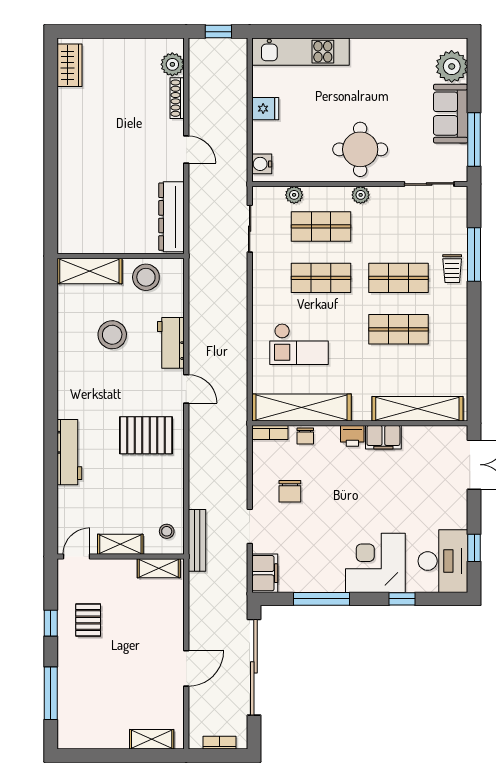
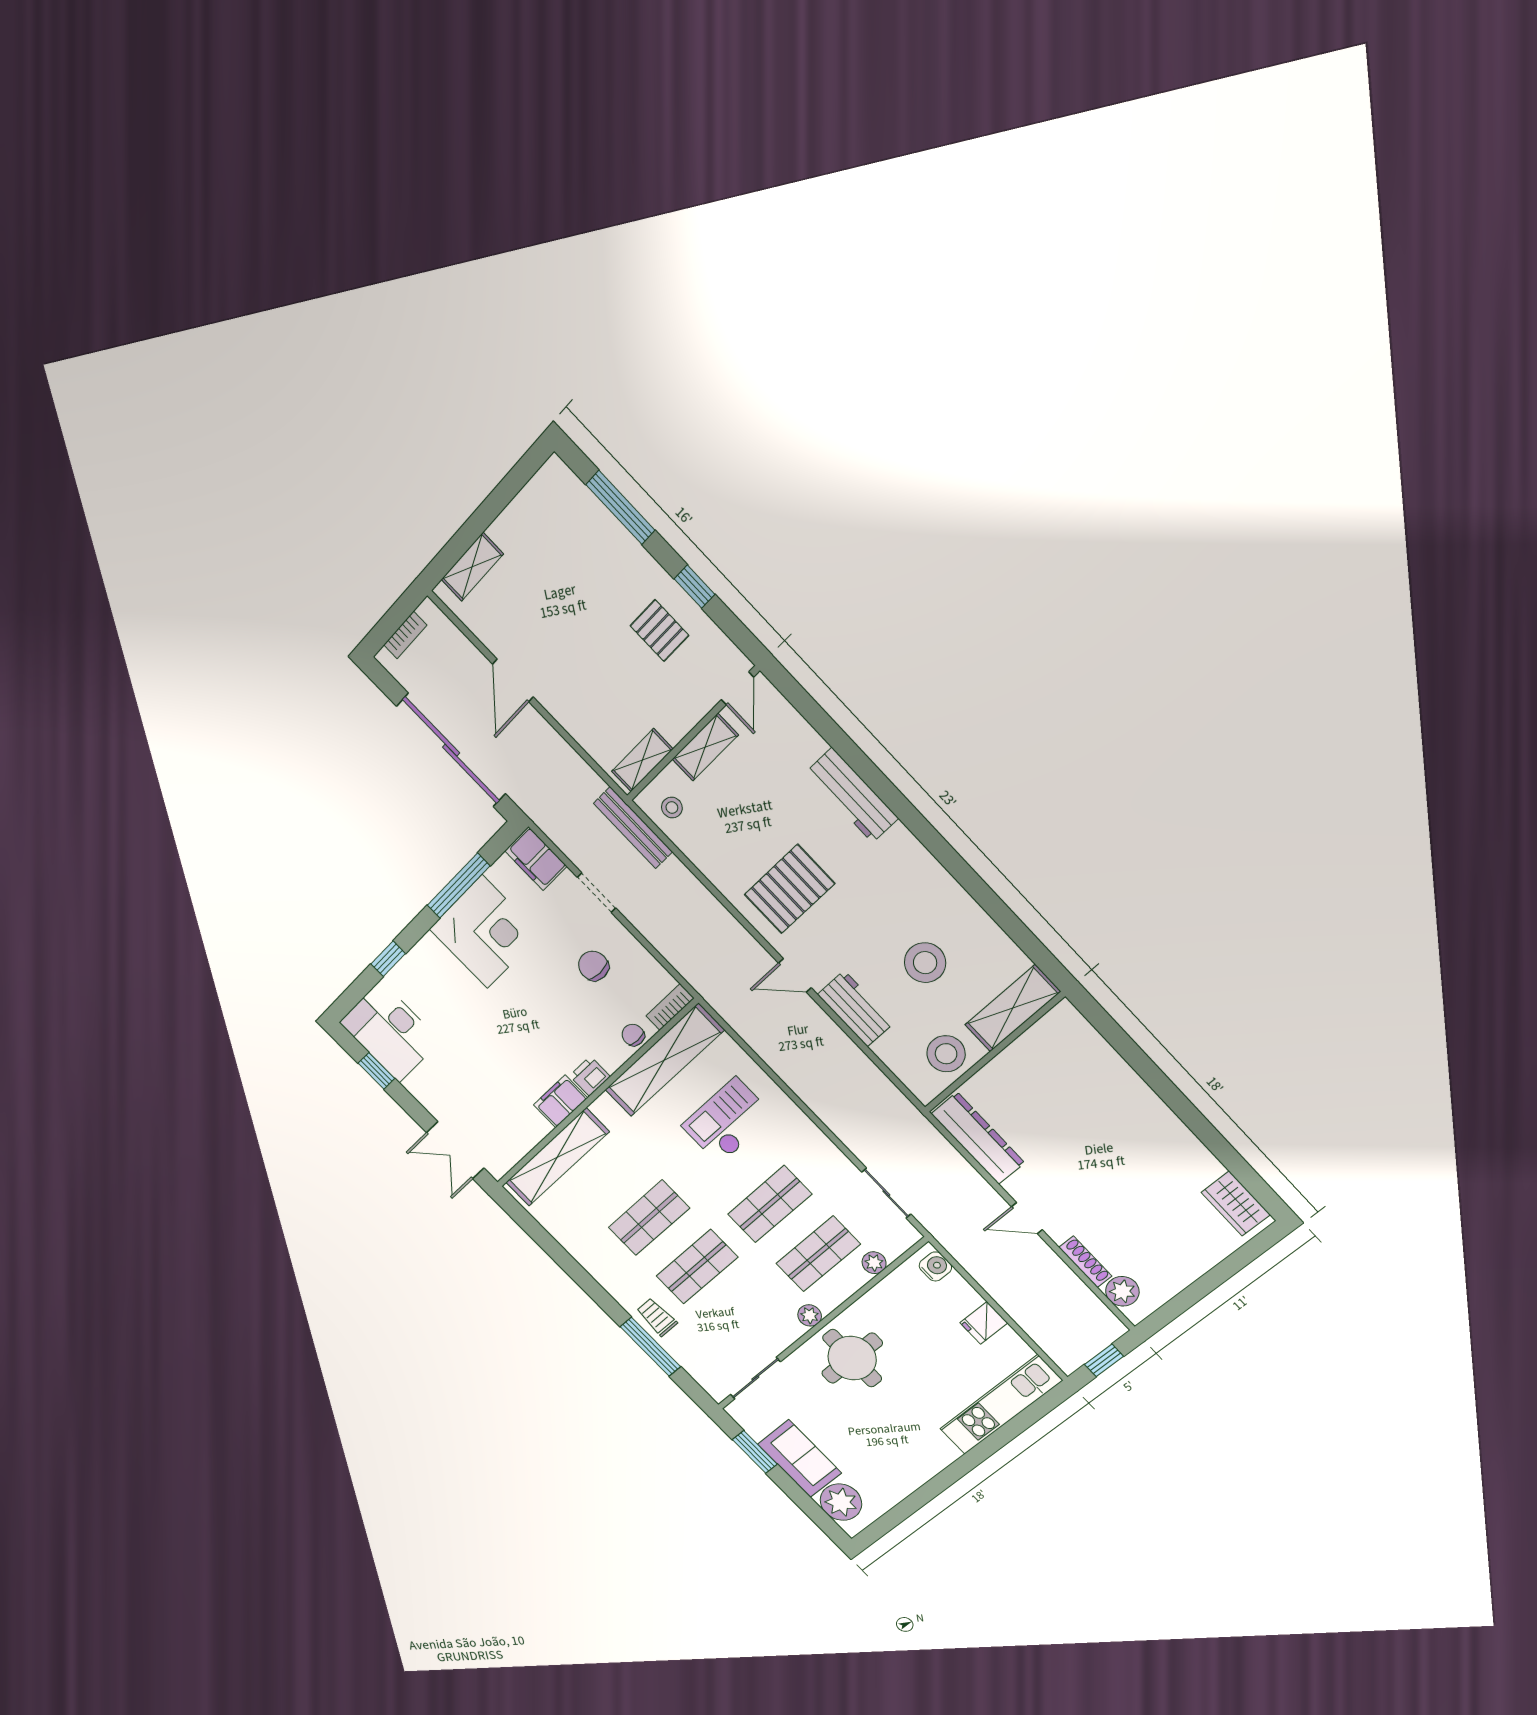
window: (474, 139) -> (755, 1452), width x0.69
corner desk: (375, 563) -> (485, 932), moved

